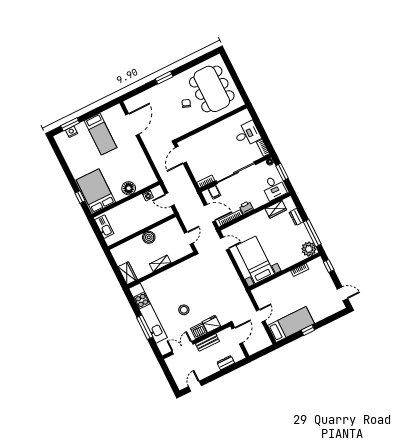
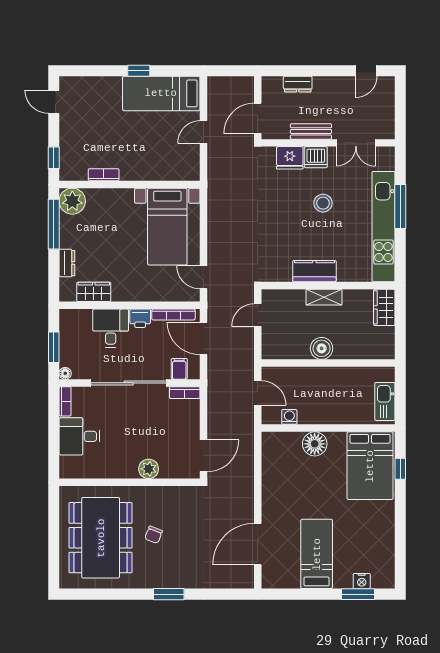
plant: (205, 135) -> (149, 469), added
desk: (274, 188) -> (111, 328), moved
kitchen counter: (171, 274) -> (314, 271), added

